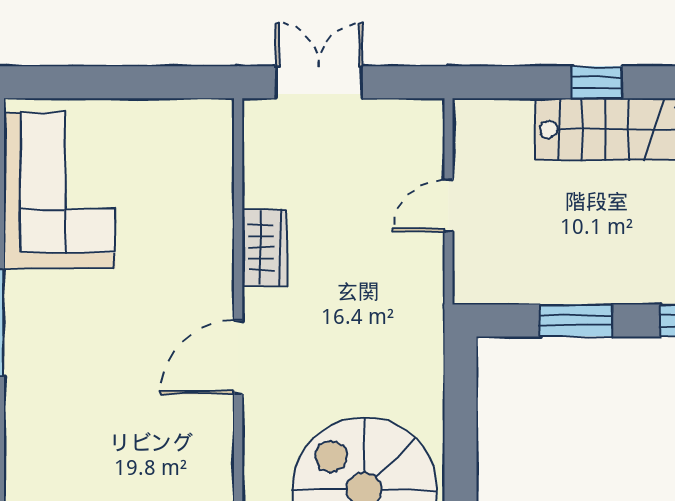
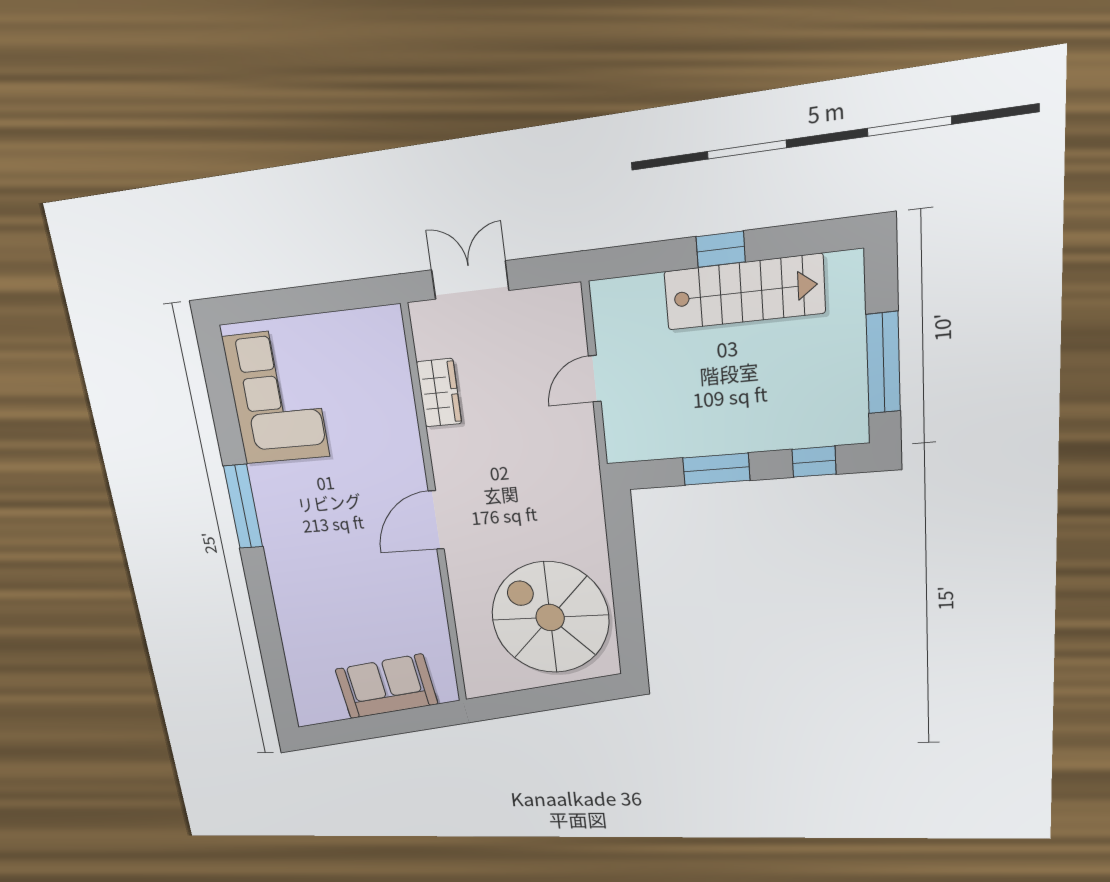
wardrobe: (264, 247) -> (439, 393), moved

